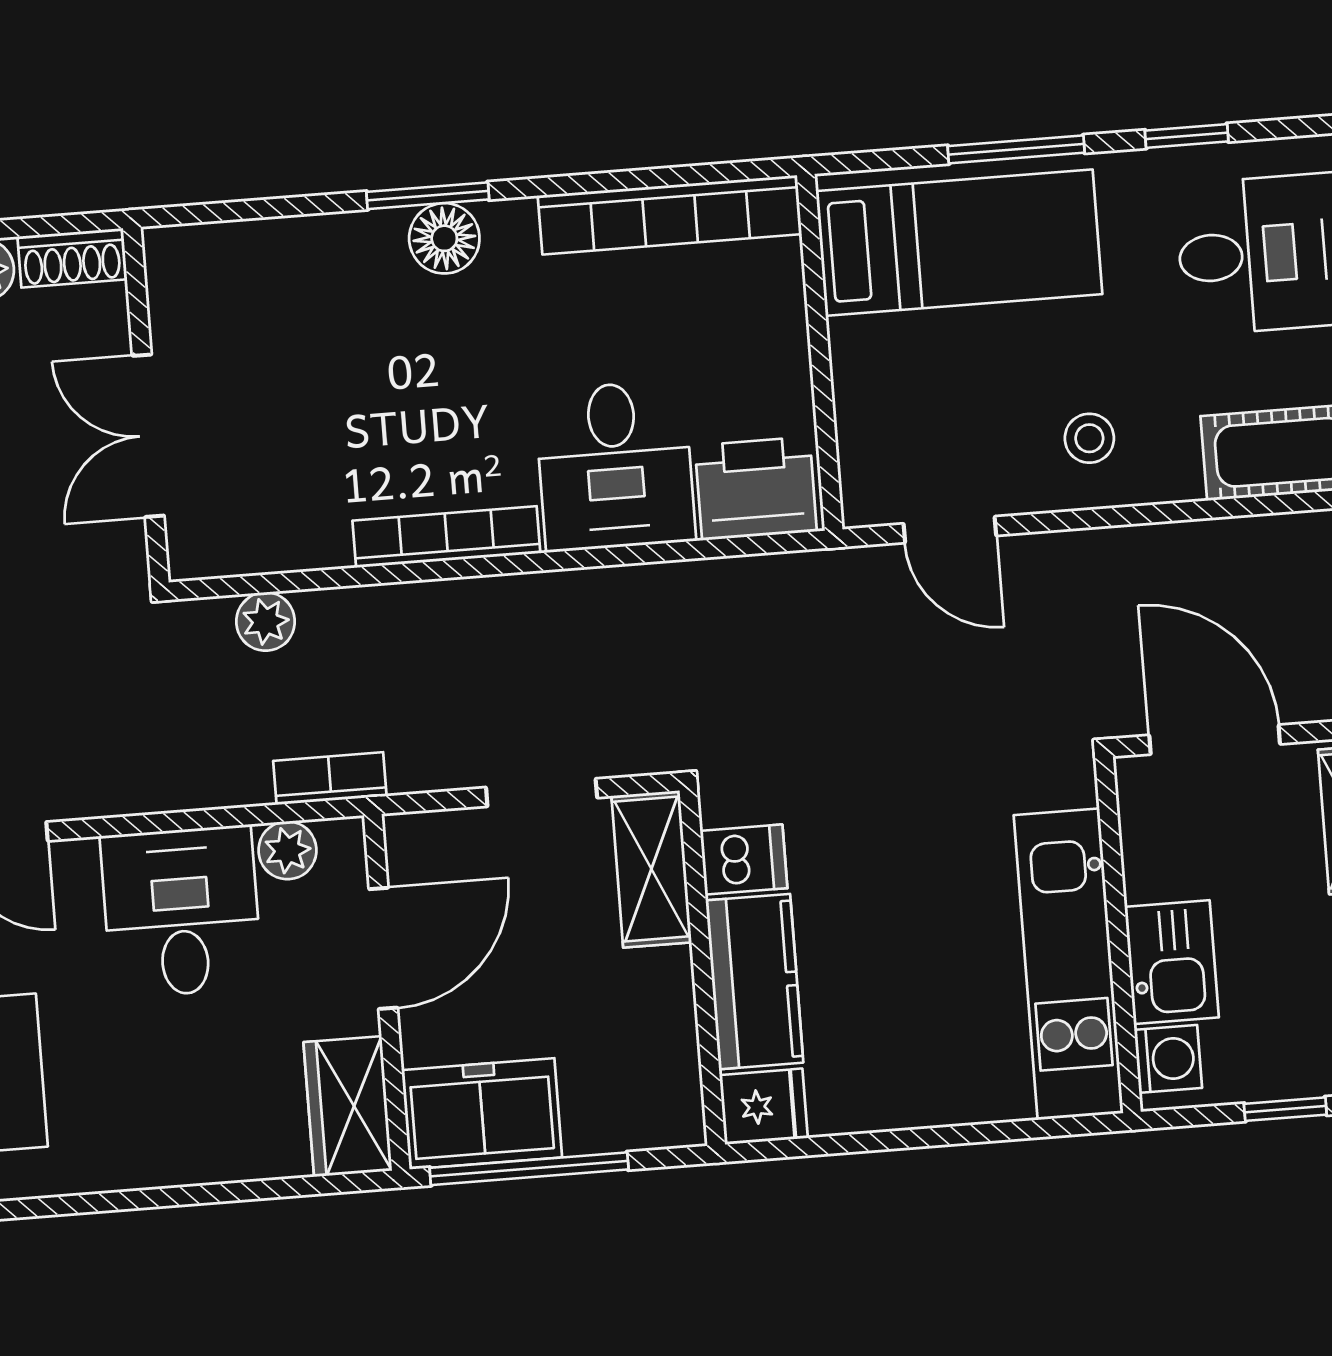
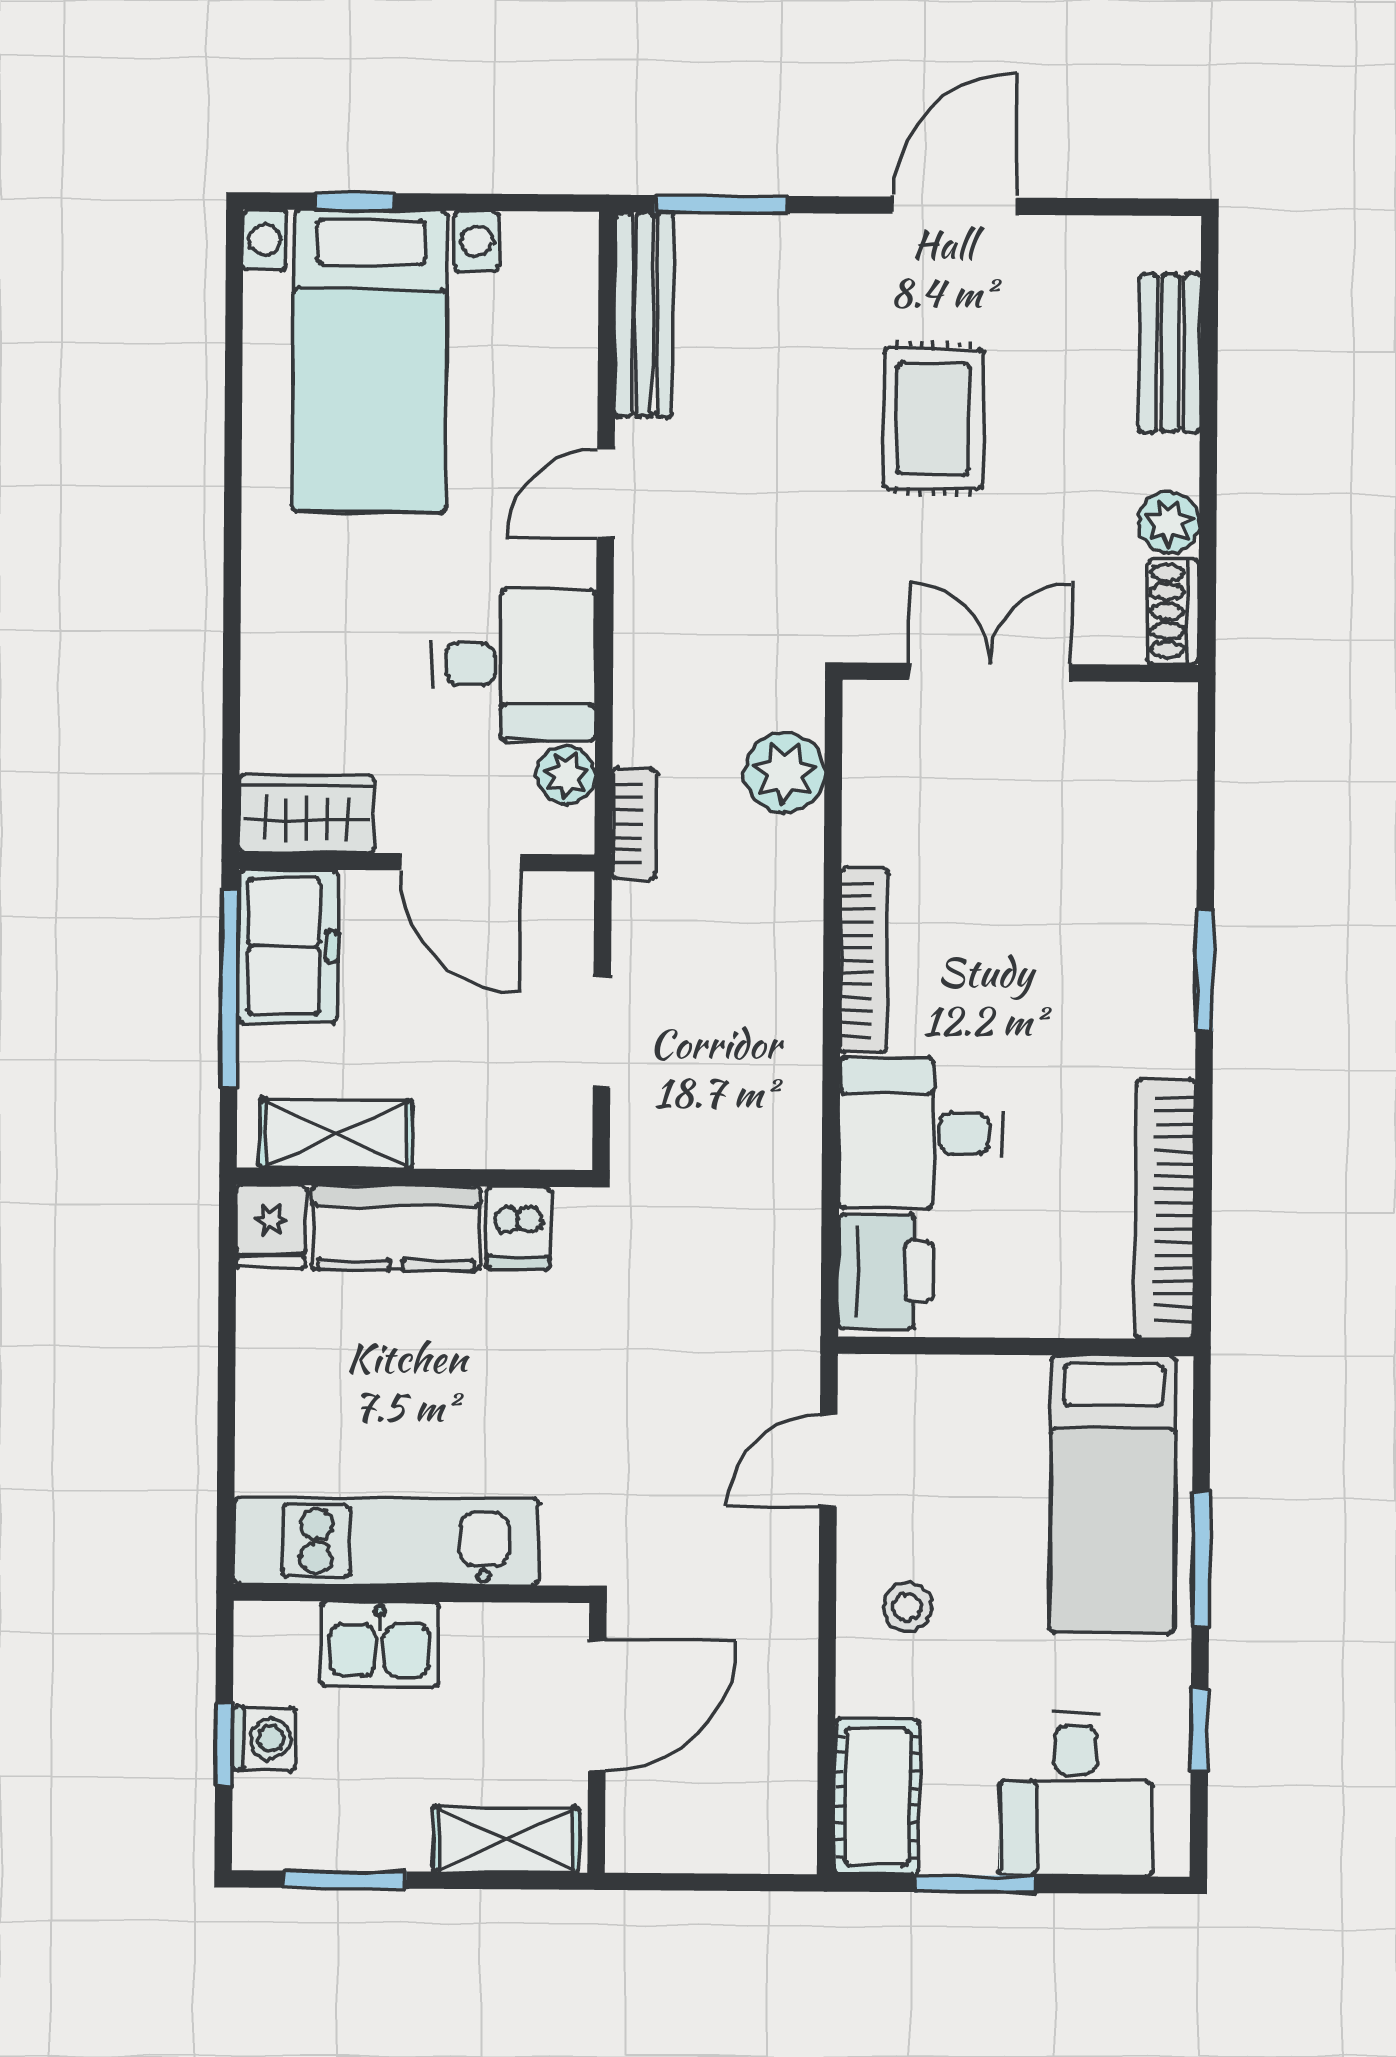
floor lamp: (444, 238) -> (1161, 983), removed
plant: (266, 622) -> (784, 773), width x1.38, depth x1.38
shelving: (651, 869) -> (336, 1134), moved
washing machine: (1168, 1059) -> (264, 1738), moved, turned -90

